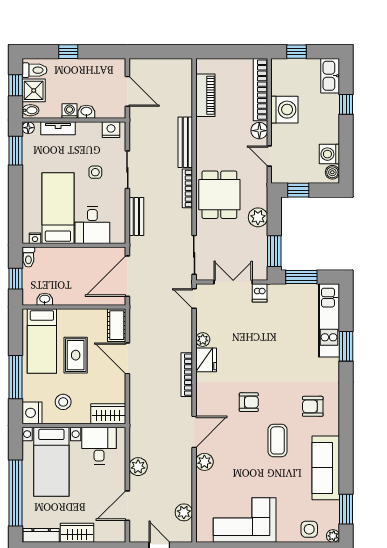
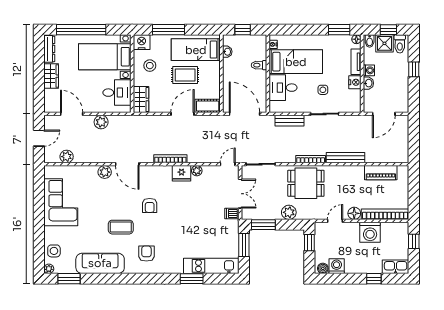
nightstand: (111, 130) -> (355, 82), moved
toilet: (28, 257) -> (259, 65), moved

